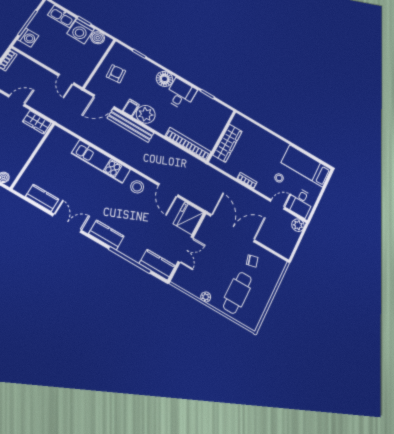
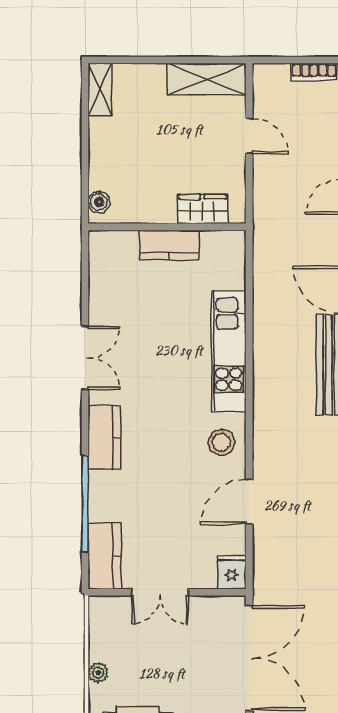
wardrobe: (37, 122) -> (202, 209), moved, turned 90
kitchen counter: (42, 198) -> (169, 245), moved, turned 90
fridge: (188, 218) -> (232, 572), width x0.53, depth x0.75

